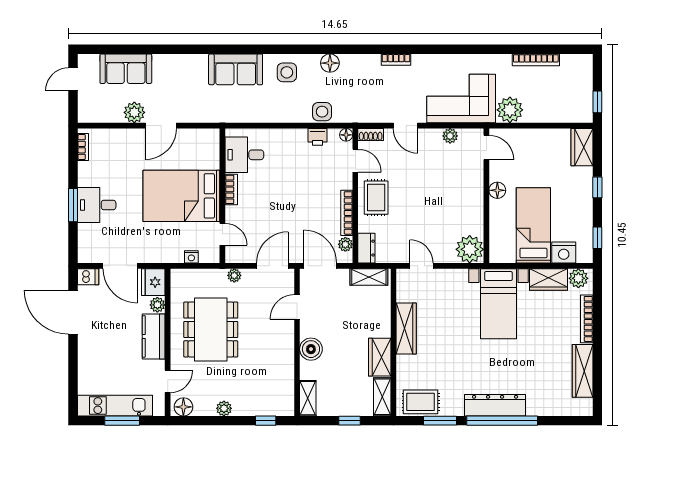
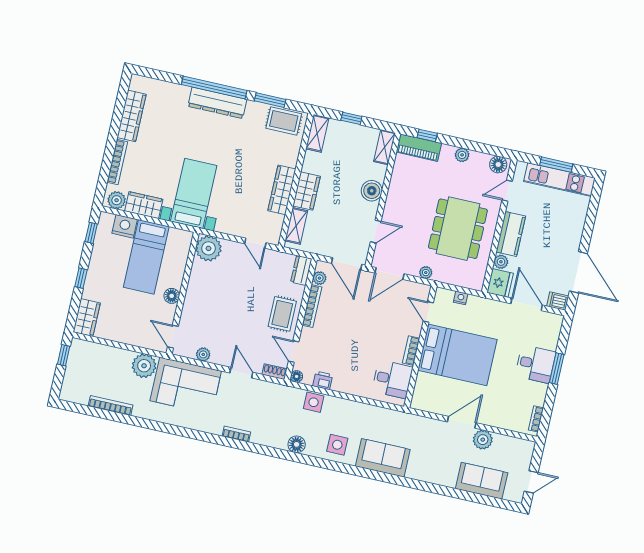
shelving: (369, 277) -> (296, 226), moved, turned 90
wardrobe: (380, 357) -> (307, 191), moved
piano: (271, 406) -> (419, 148), added

